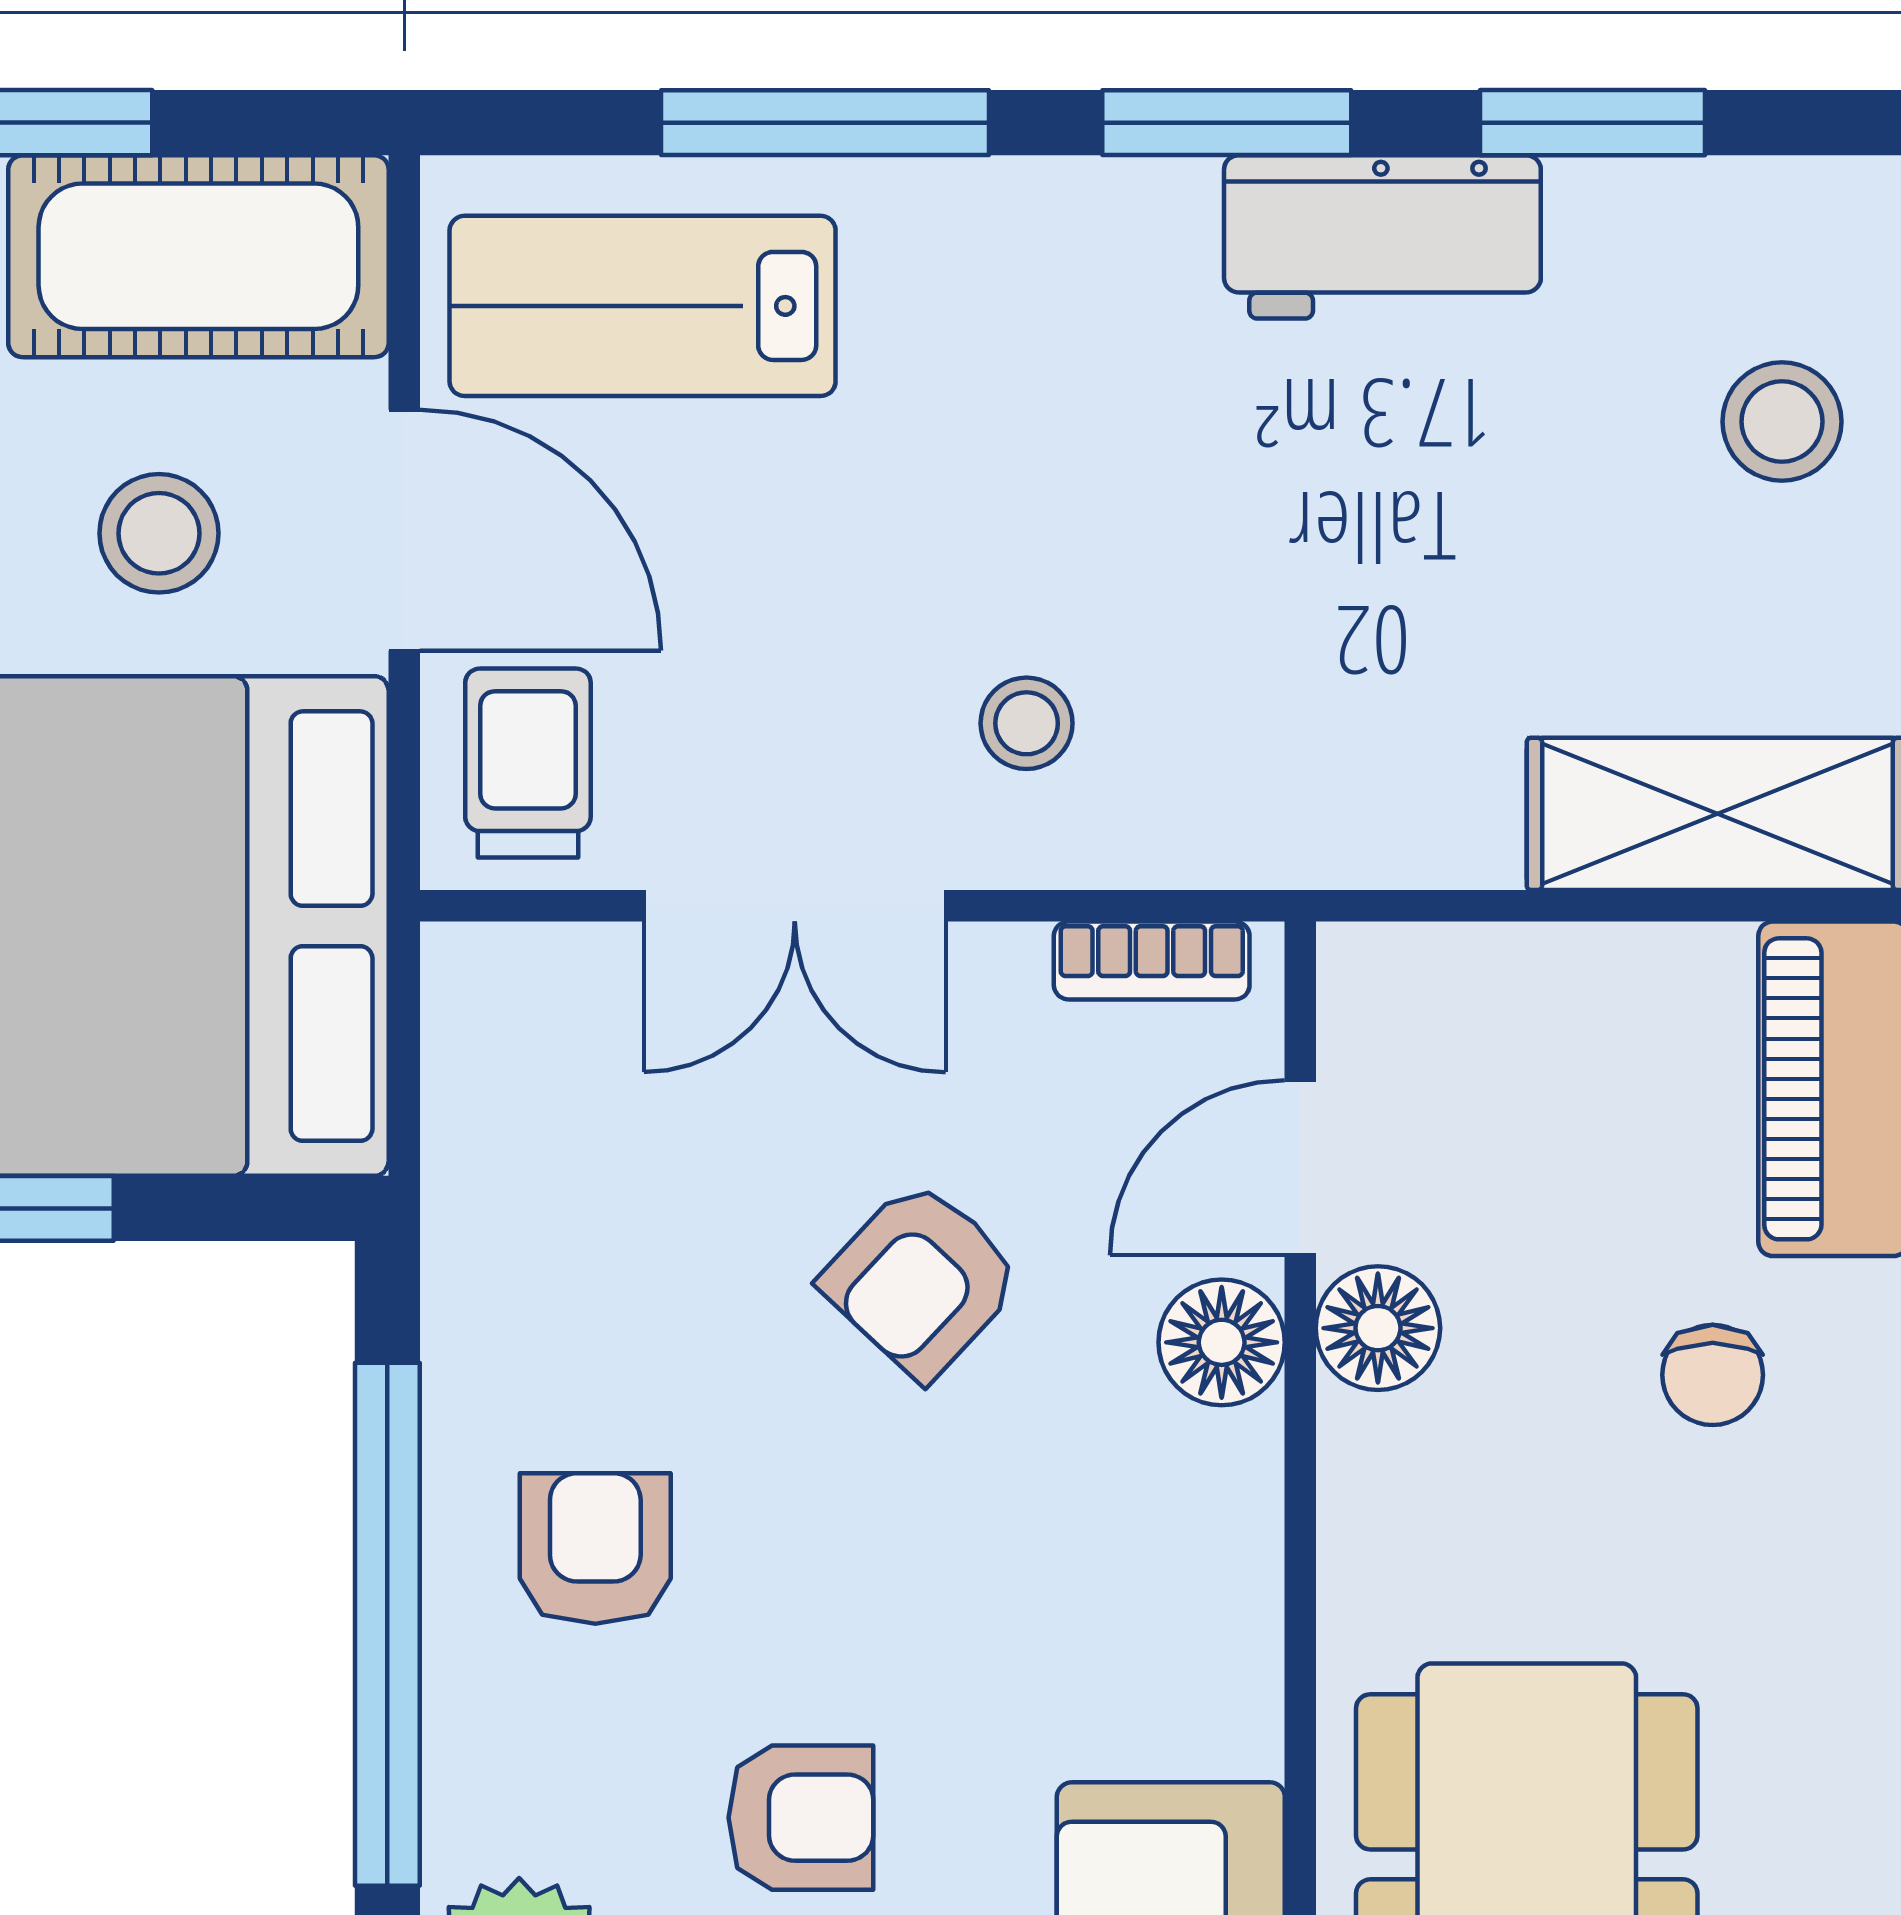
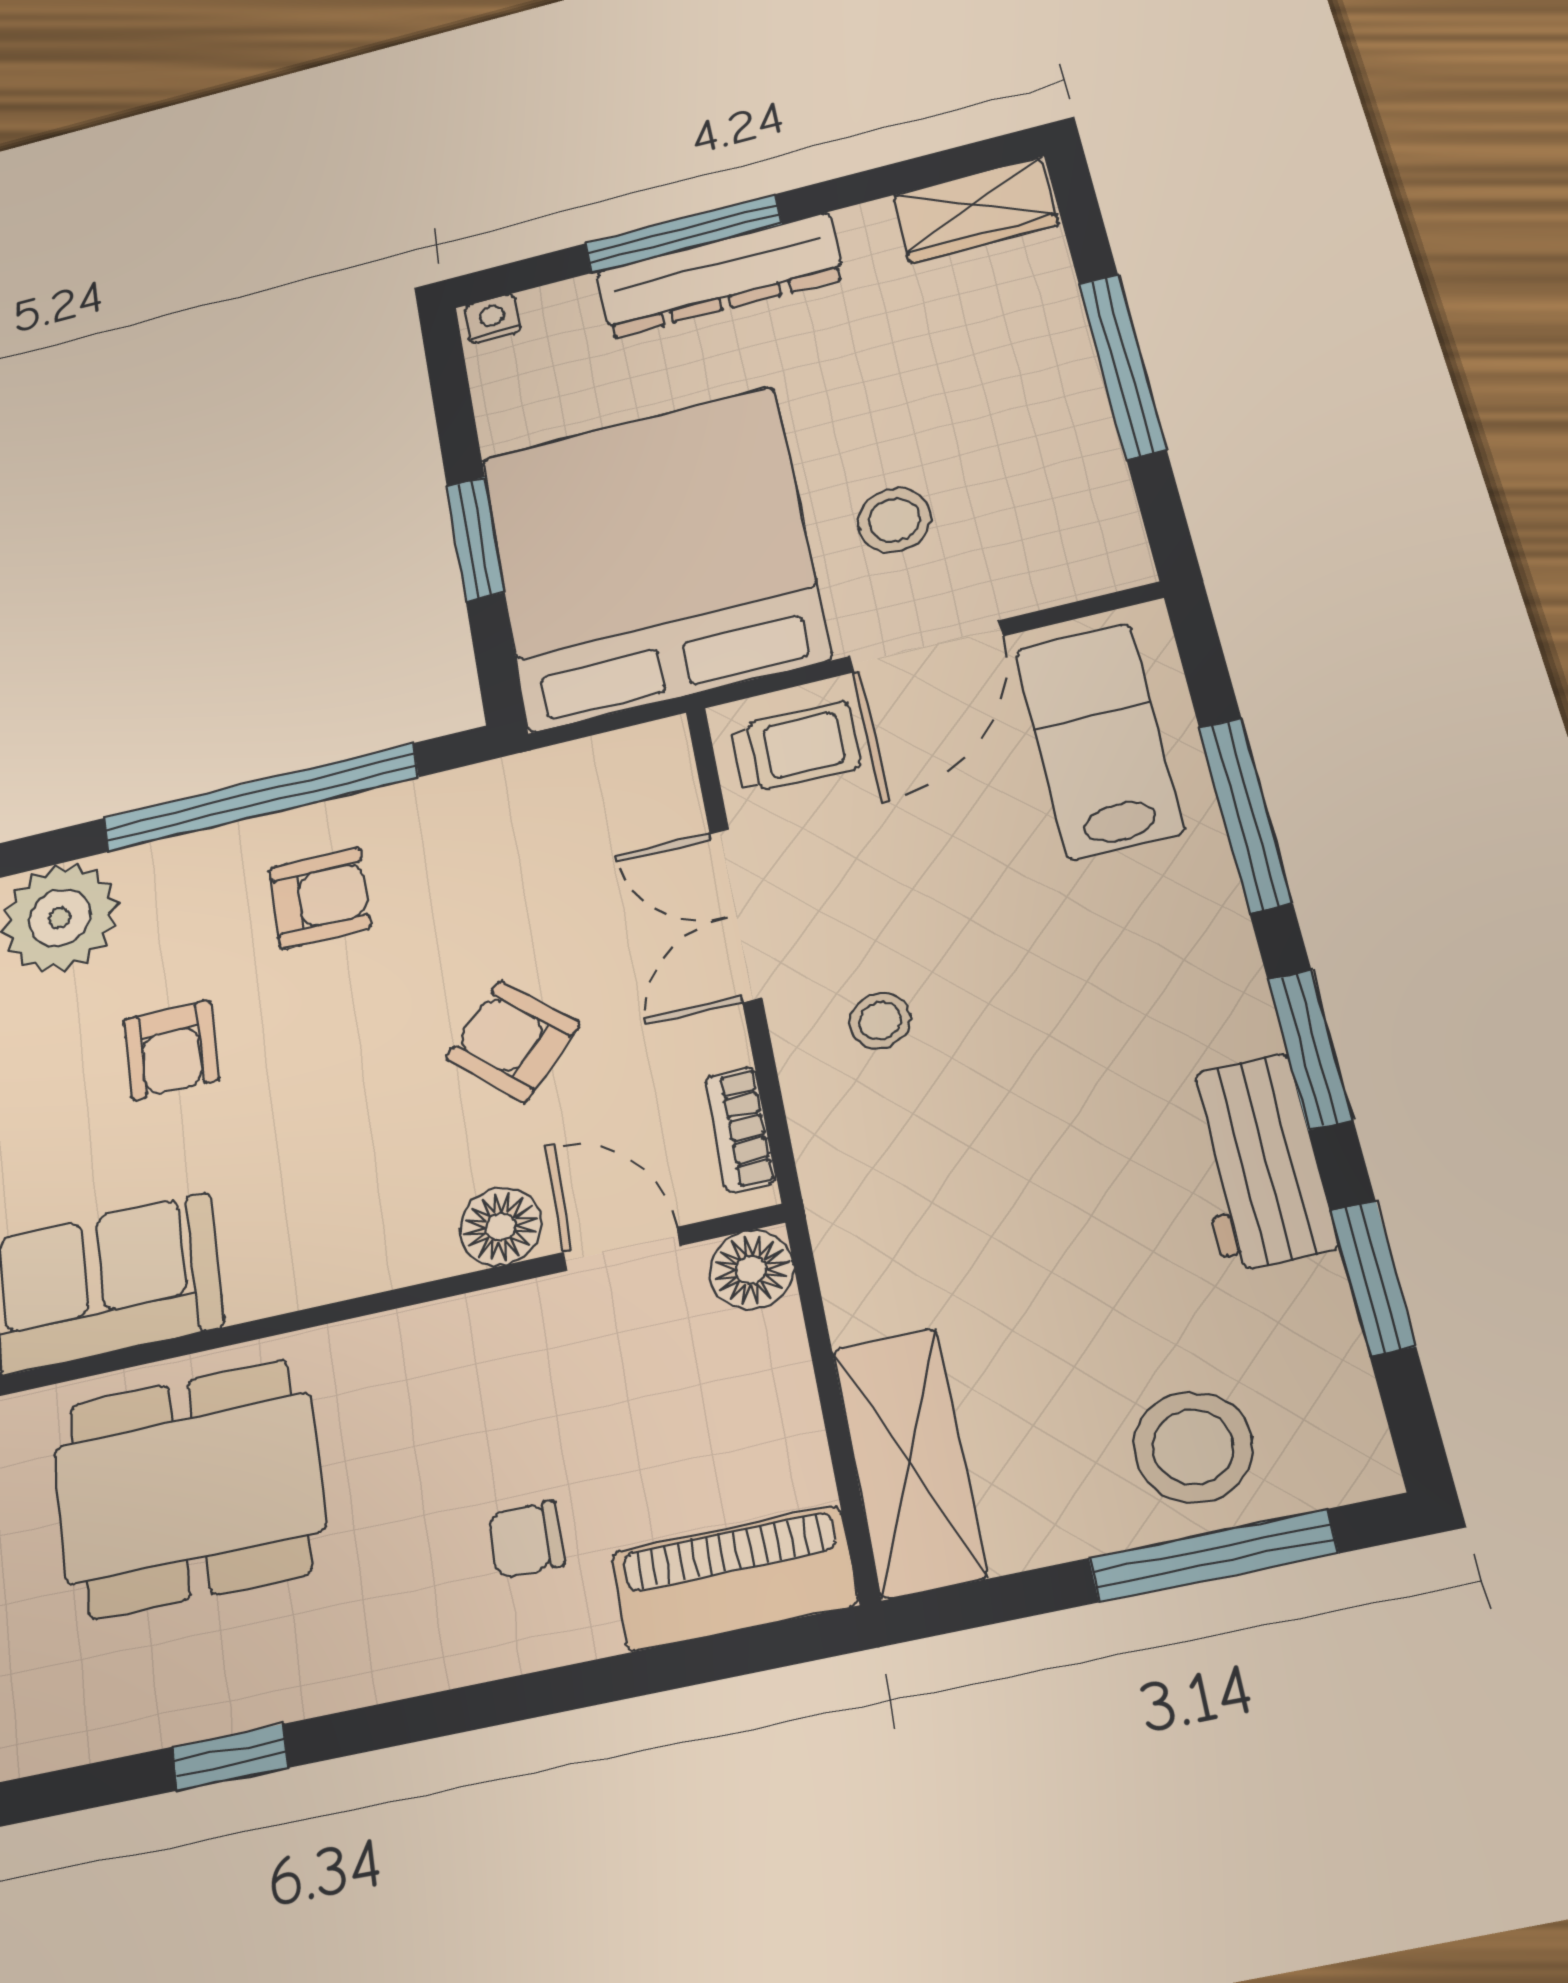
cot: (198, 256) -> (1070, 498), removed
stool: (1782, 422) -> (1193, 1447), width x1.38, depth x1.38
floor lamp: (1378, 1328) -> (751, 1270), moved

